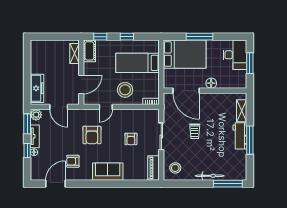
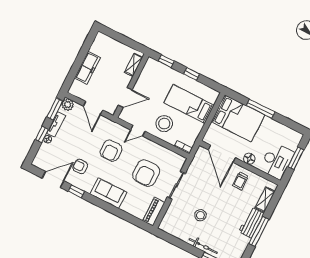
cot: (89, 51) -> (149, 69), removed
desk: (235, 55) -> (277, 161), moved
freezer: (37, 88) -> (87, 68), moved
trolley: (195, 131) -> (240, 181), moved
armchair: (131, 139) -> (146, 173), width x1.88, depth x1.88
stool: (175, 168) -> (200, 215), moved
window: (80, 184) -> (76, 191), added

